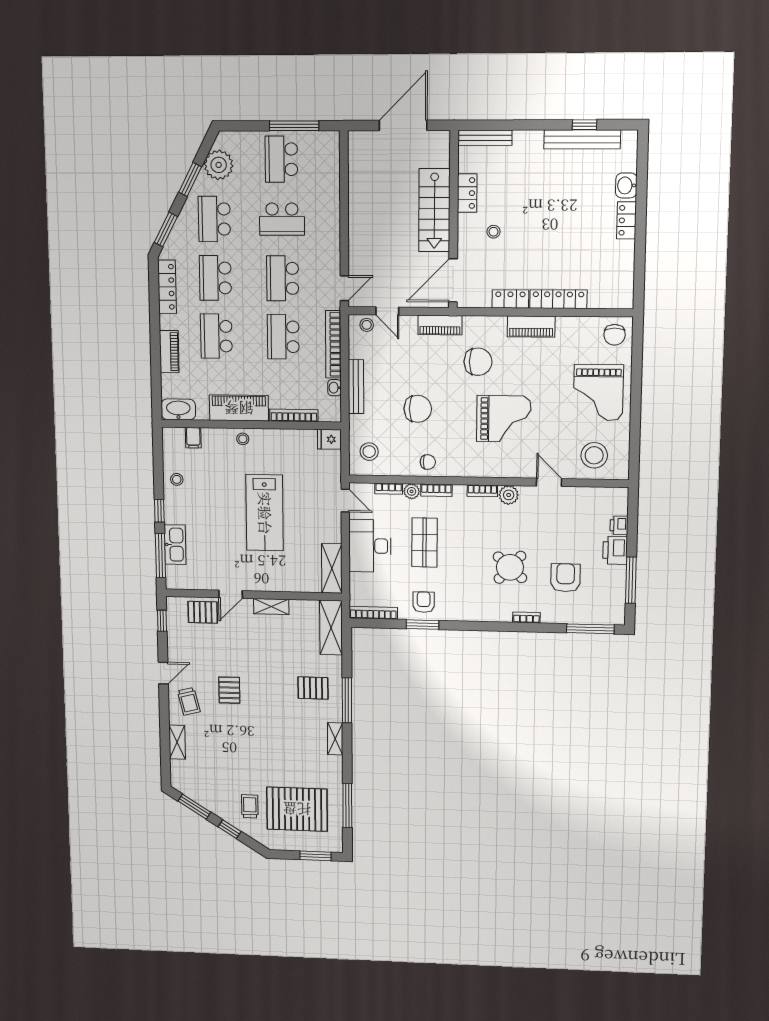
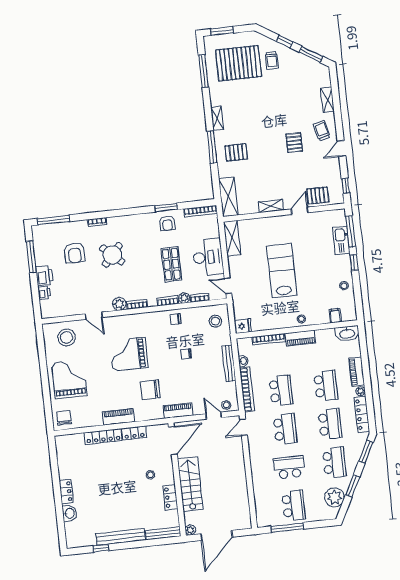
plant: (442, 138) -> (190, 530), added
bench: (582, 139) -> (121, 537), moved
plant: (166, 322) -> (361, 391), added
piano: (239, 408) -> (300, 338), width x0.73, depth x0.75
chair: (418, 409) -> (186, 354), width x0.54, depth x0.54

